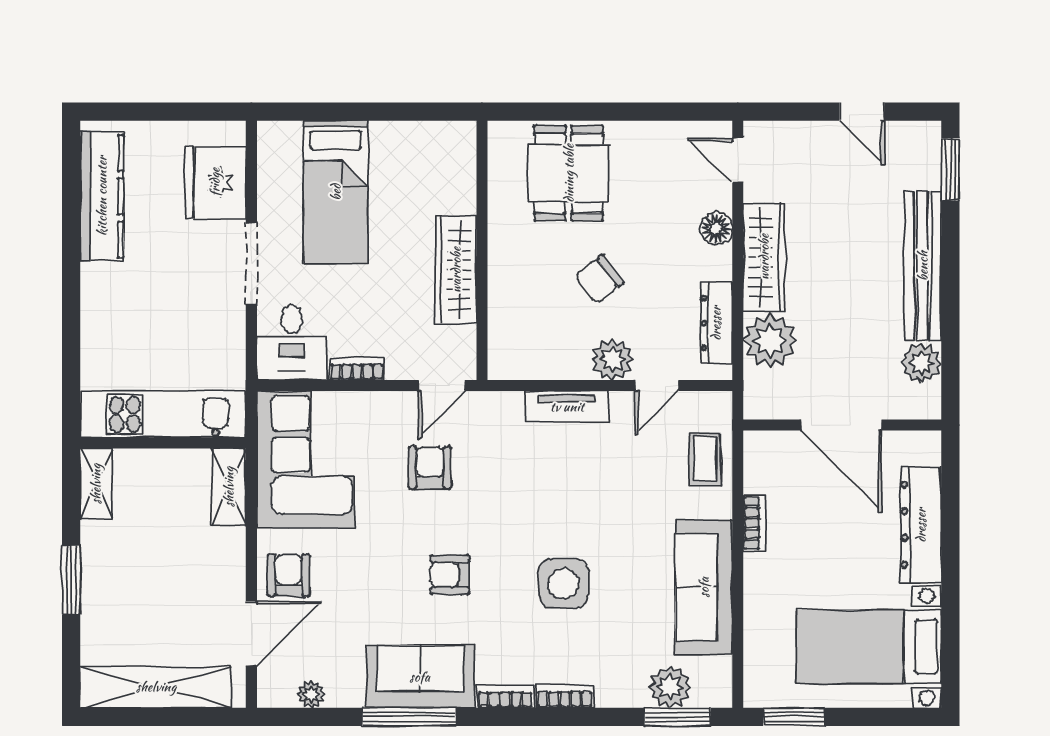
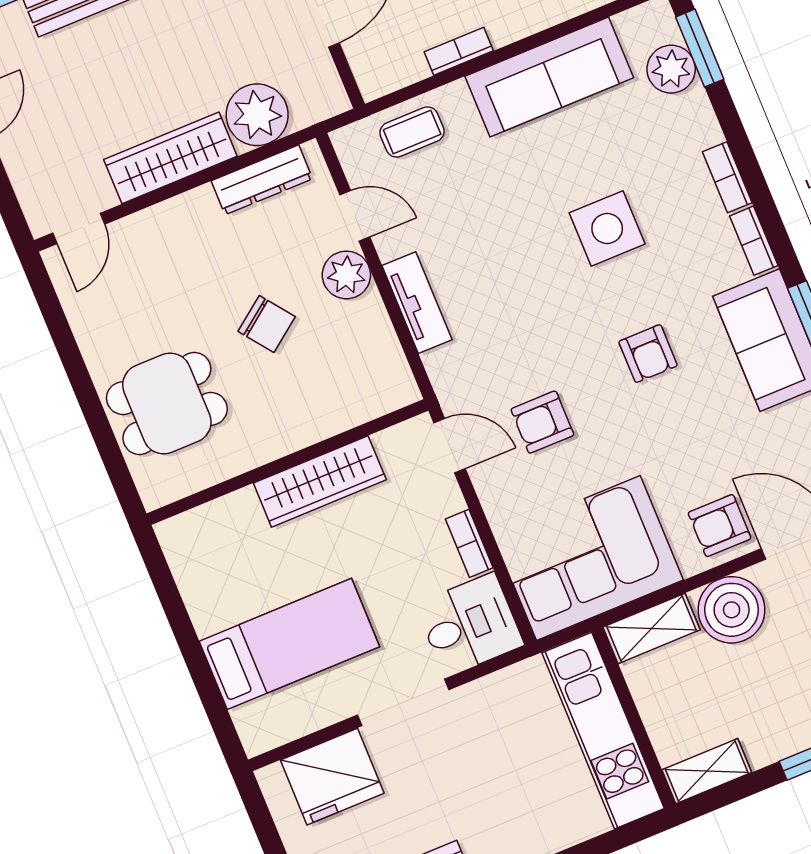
floor lamp: (716, 228) -> (161, 222), removed
boiler: (217, 557) -> (732, 610), added

